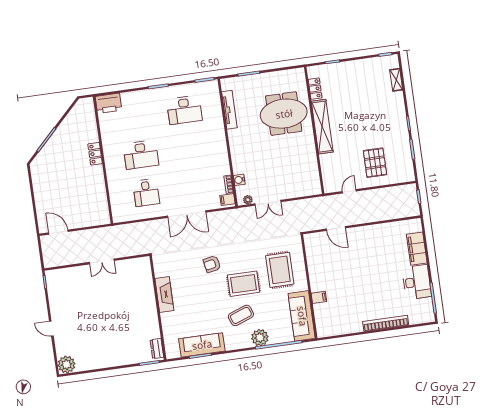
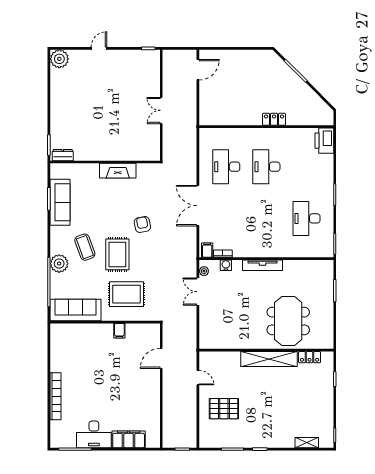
tv unit: (229, 110) -> (263, 265), moved
desk: (146, 193) -> (226, 167), width x1.37
filing cabinet: (319, 297) -> (119, 331), moved

